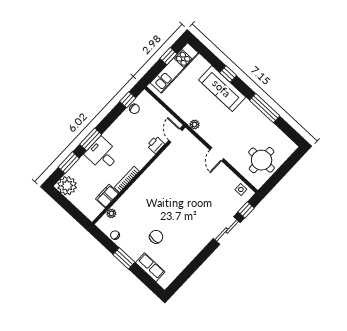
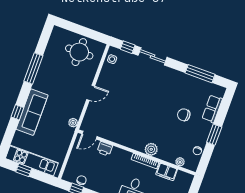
plant: (136, 190) -> (151, 149), added
window: (190, 270) -> (200, 74), added

